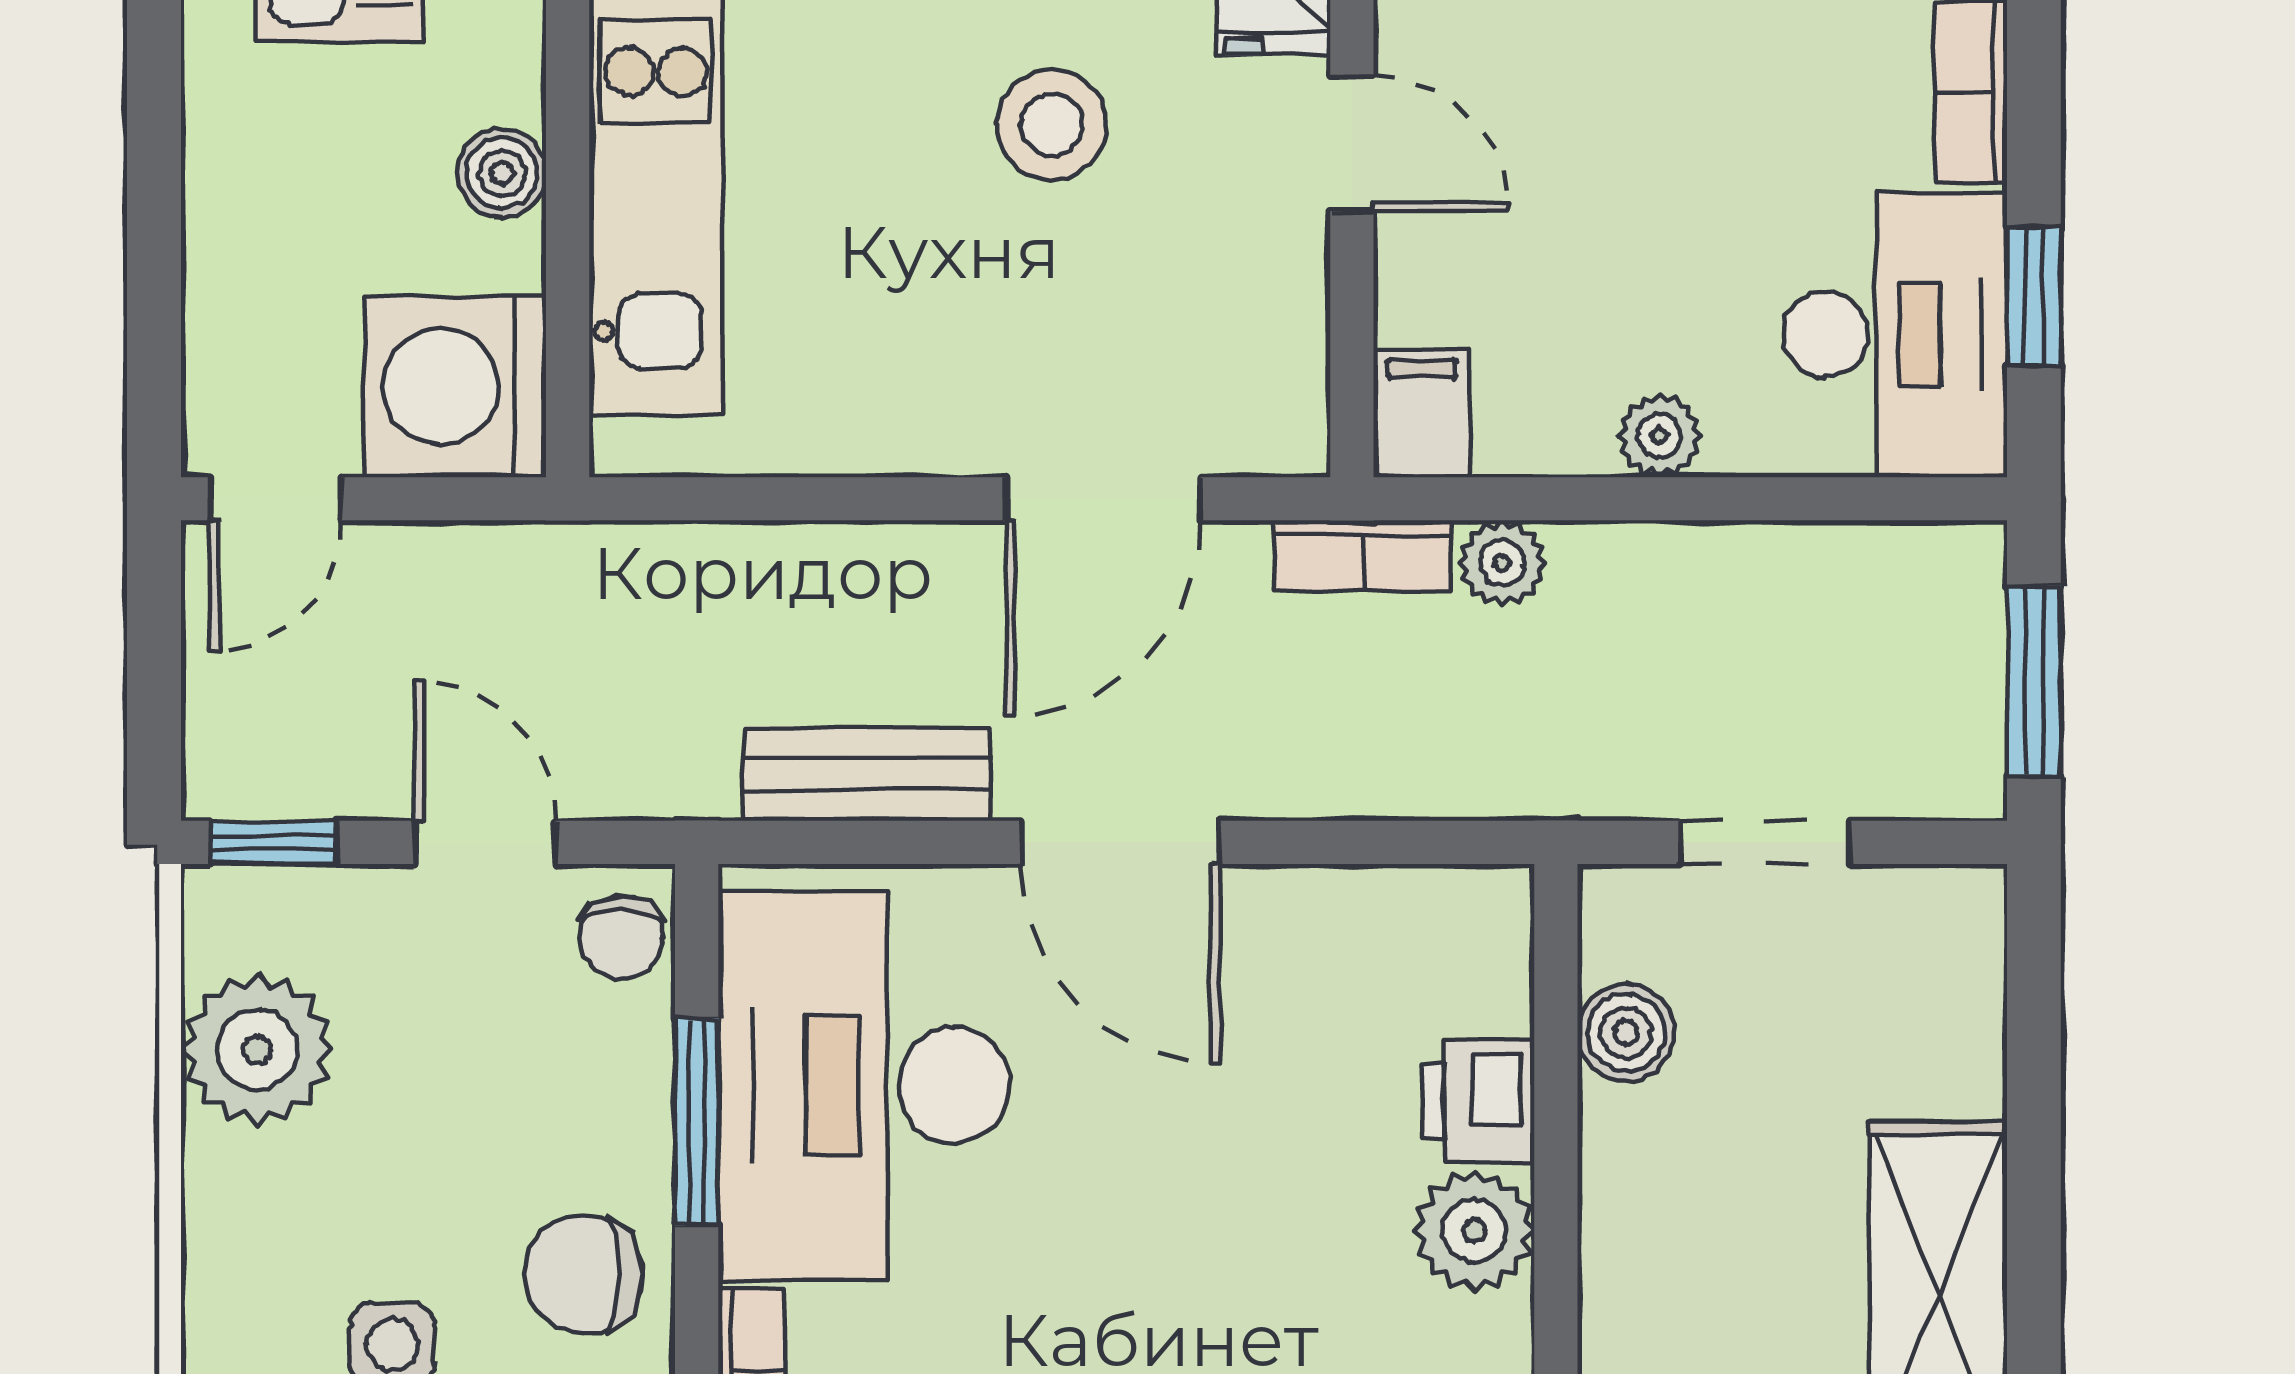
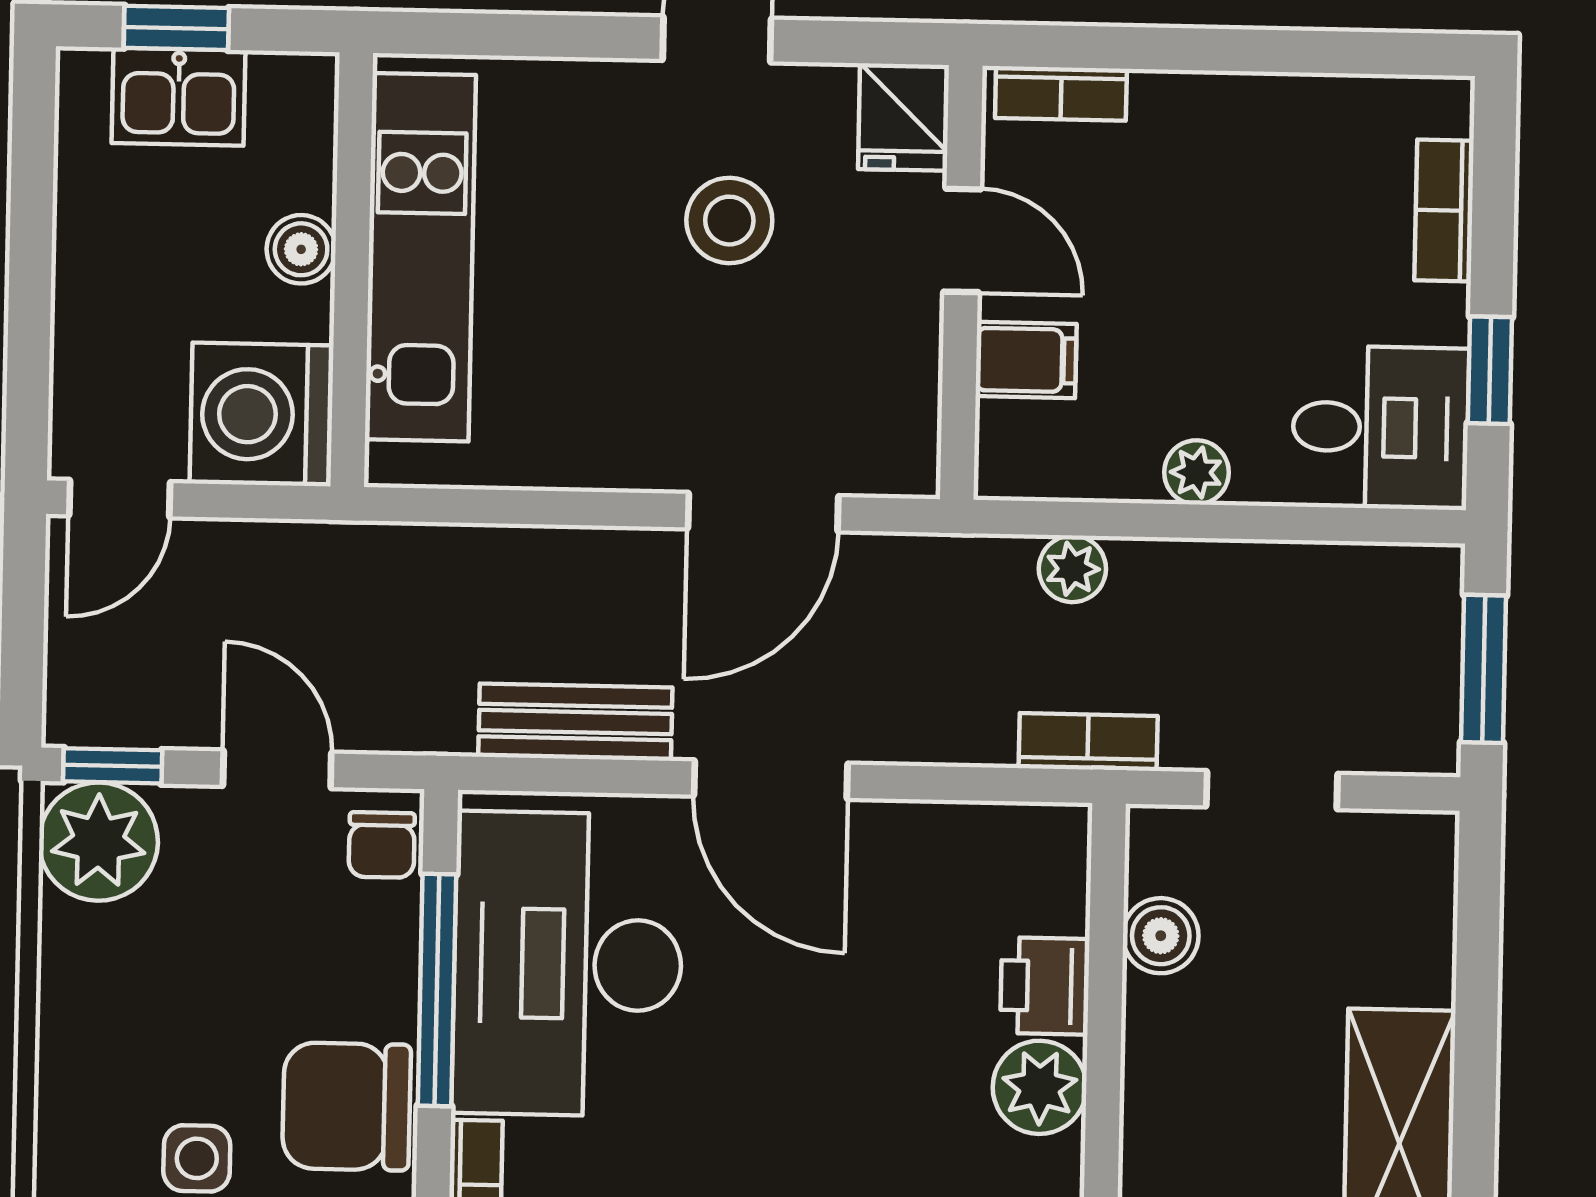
desk: (1895, 335) -> (1381, 428), width x0.73
filing cabinet: (1421, 413) -> (1026, 360), moved, turned 90
bookcase: (1362, 556) -> (1088, 742), moved, turned 180
plant: (257, 1050) -> (98, 842), moved
window: (697, 1122) -> (437, 990), width x1.44
chair: (583, 1274) -> (347, 1106), width x1.37, depth x1.37

